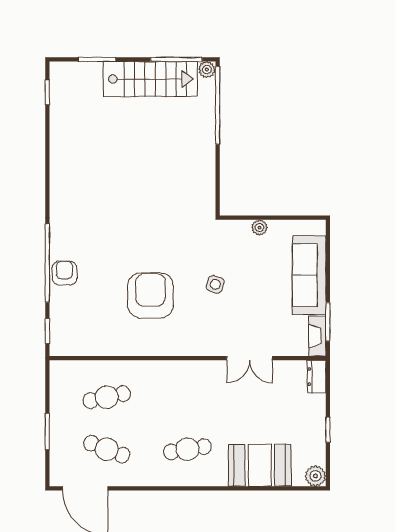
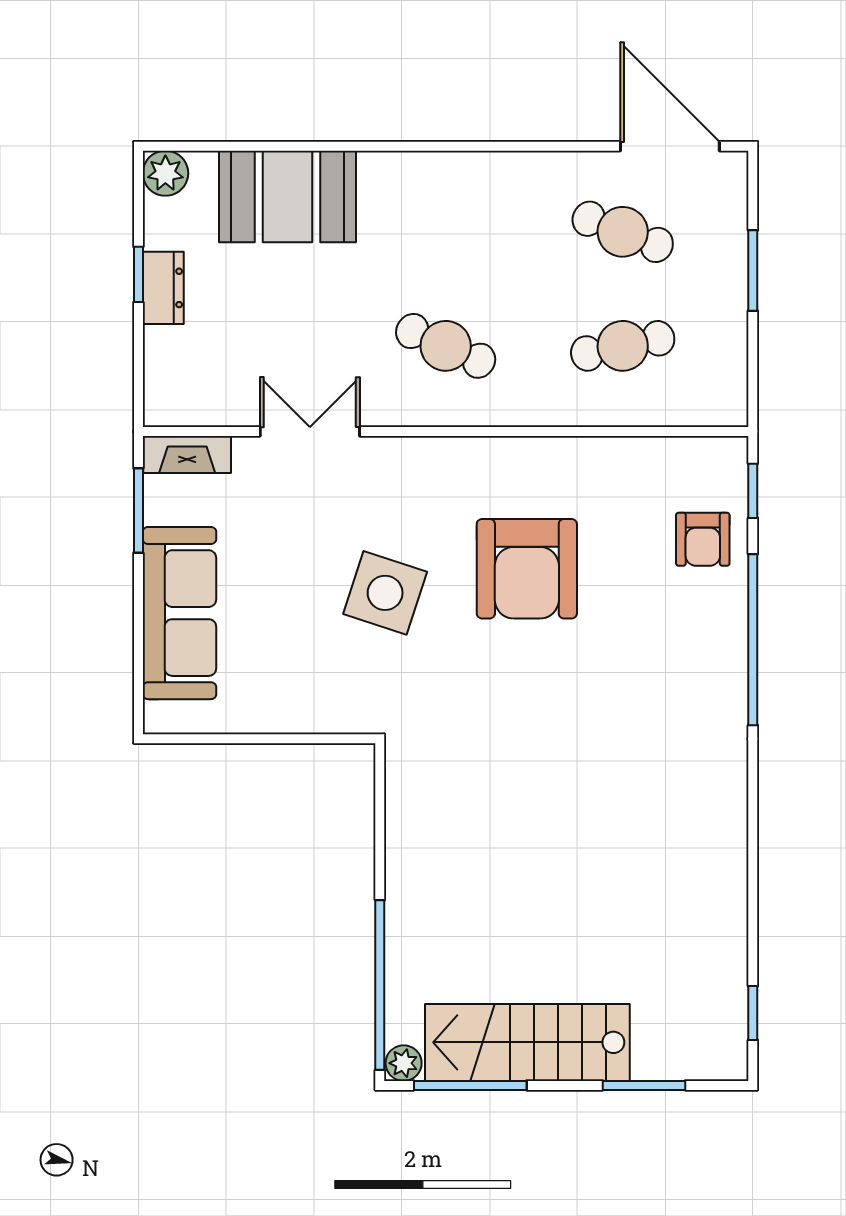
plant: (259, 228) -> (288, 717), removed
armchair: (64, 273) -> (703, 539), moved
side table: (215, 284) -> (385, 593), width x1.87, depth x1.87
fireplace: (317, 336) -> (187, 455), moved, turned 90
dresser: (317, 377) -> (163, 288), moved
cafe table: (188, 449) -> (446, 346), moved, turned 33

